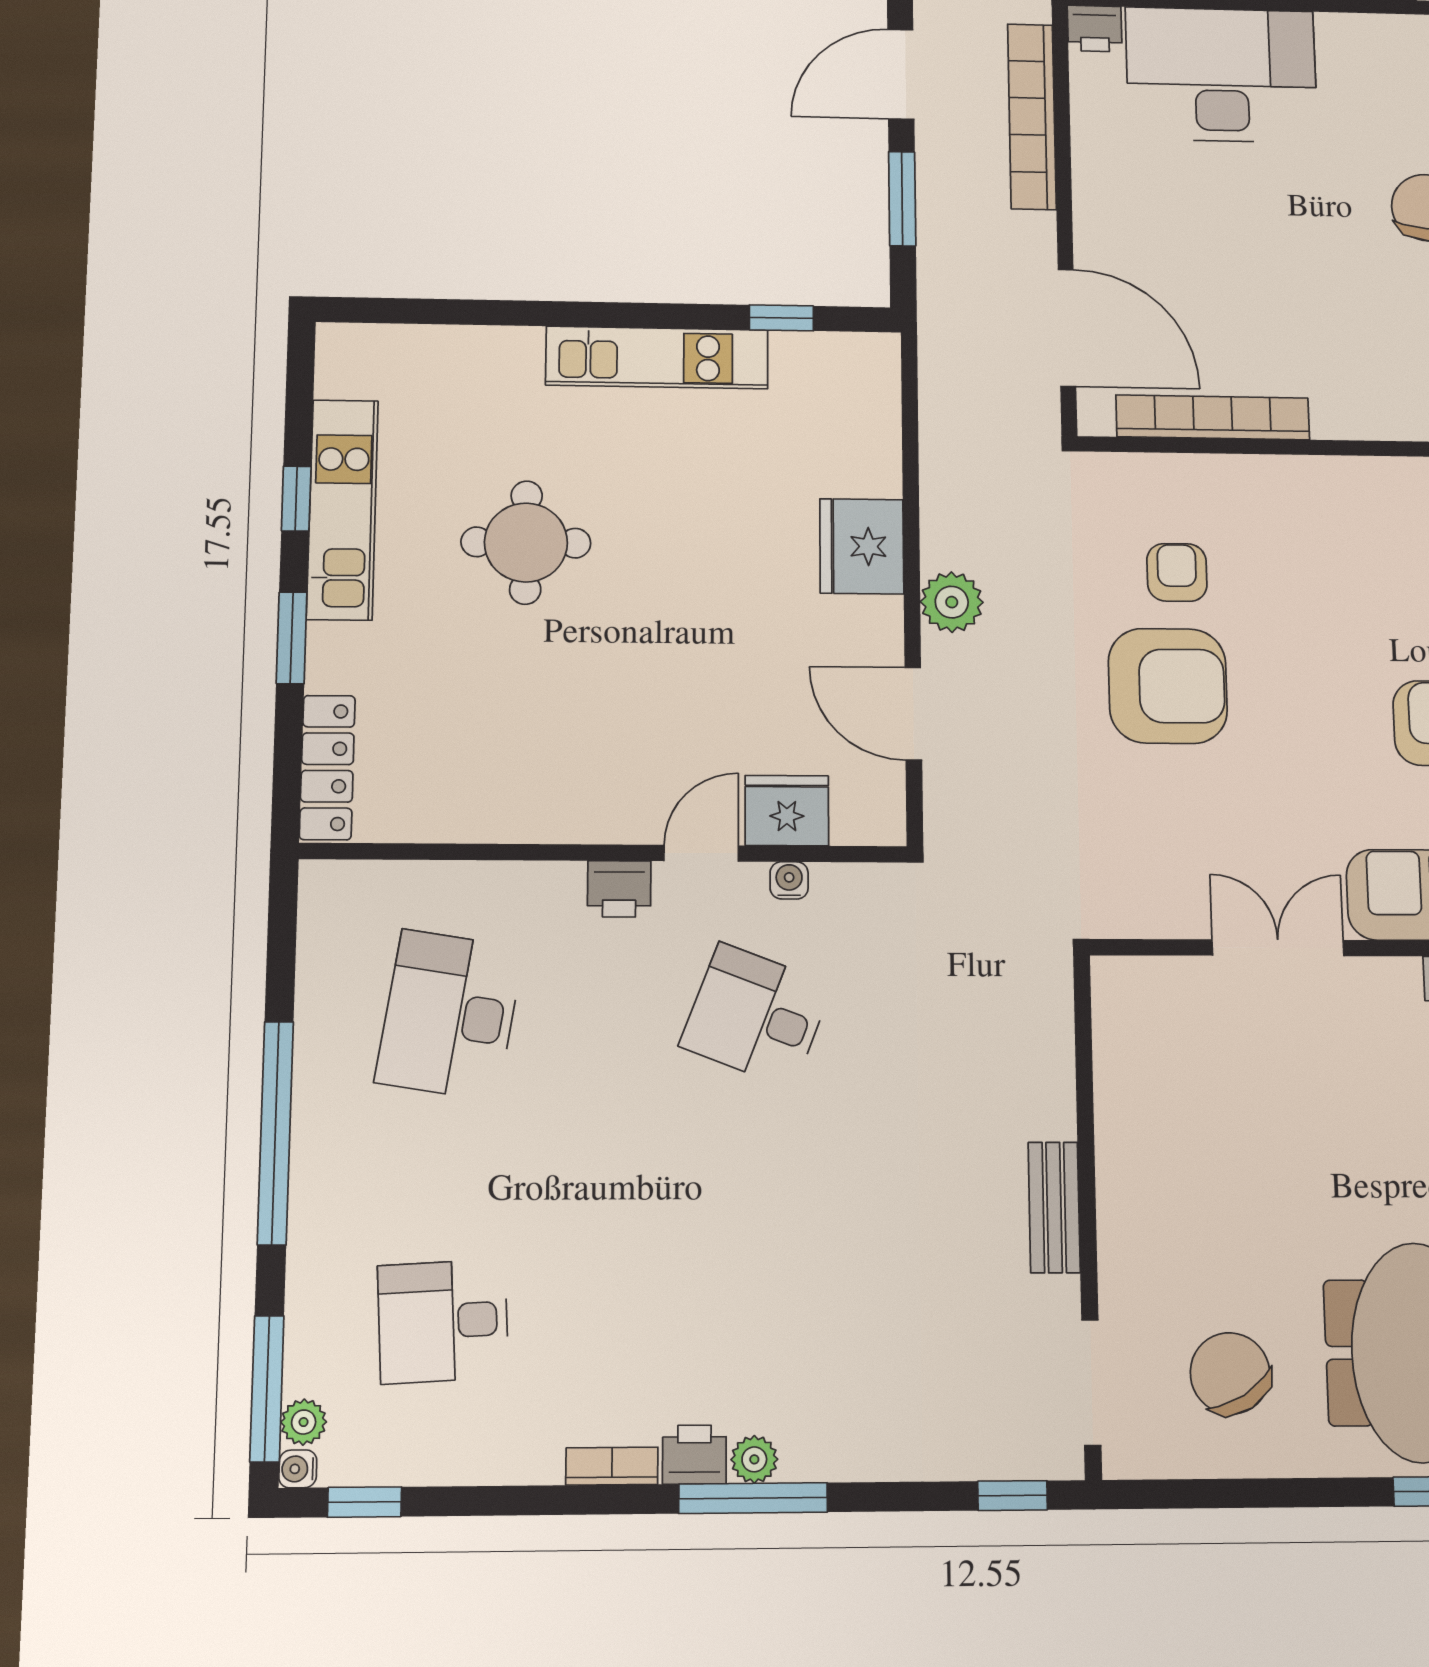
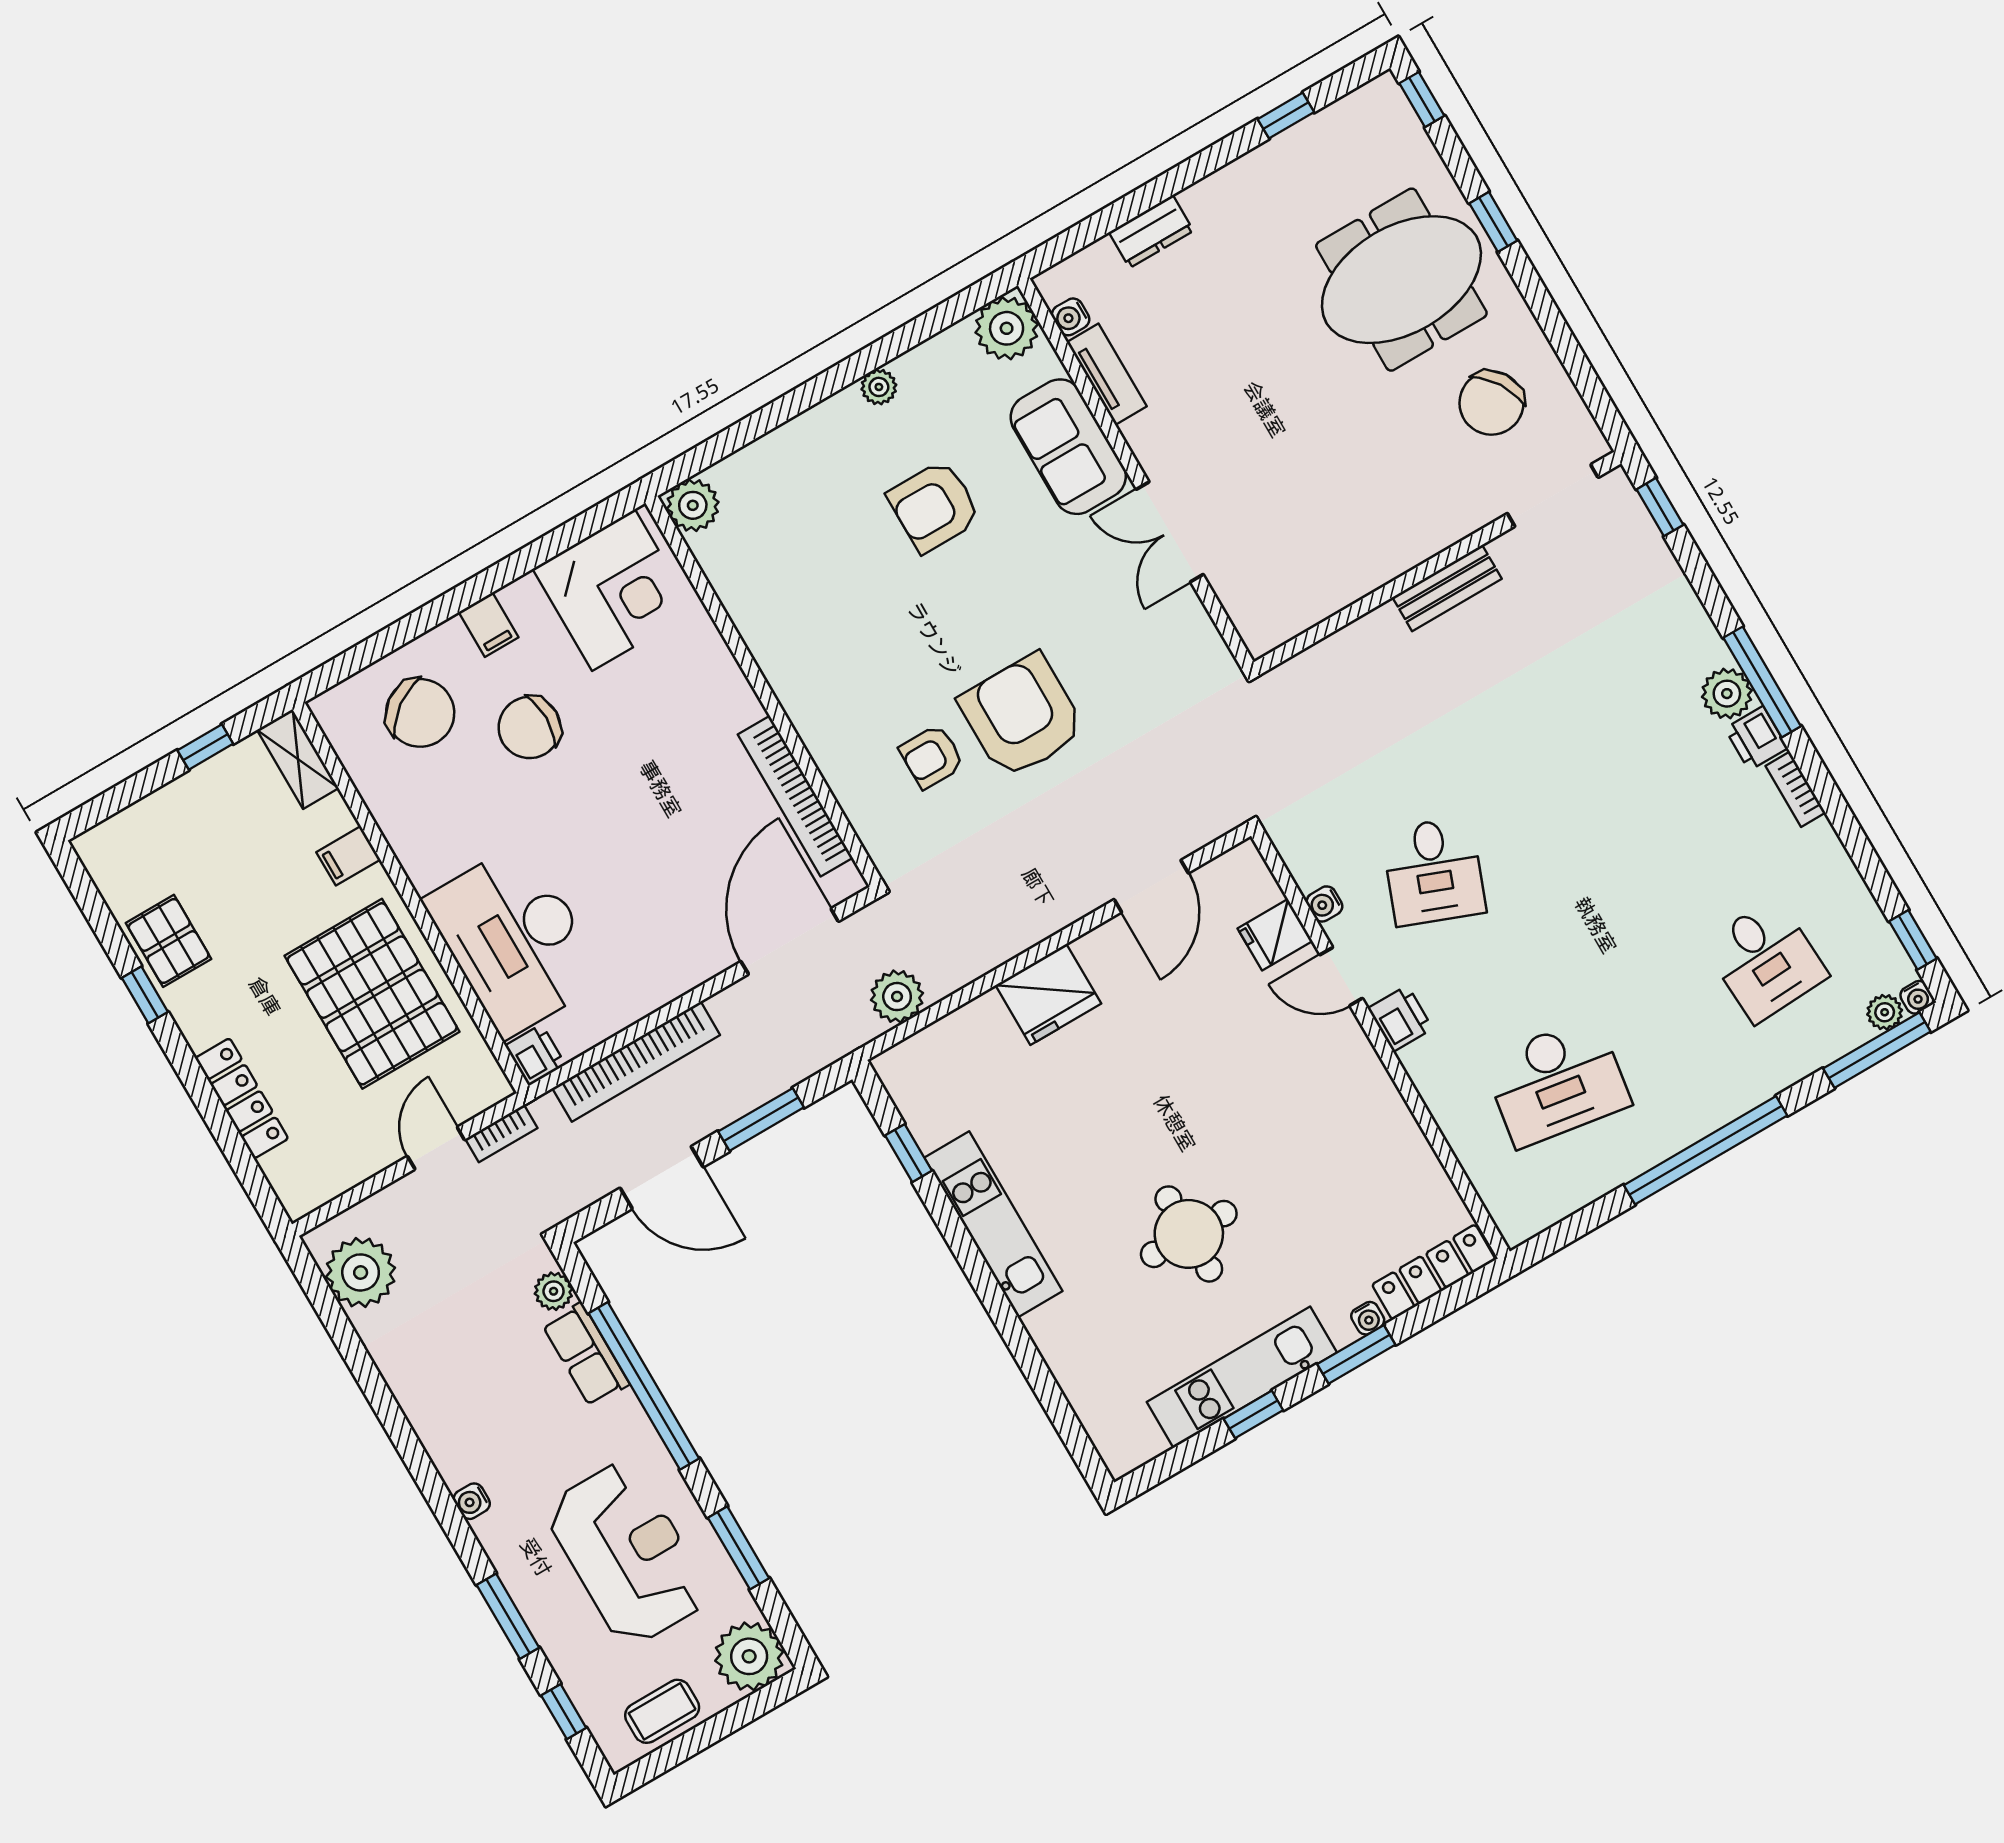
plant: (952, 602) -> (897, 997), moved
water cooler: (322, 671) -> (1368, 1318), added
fridge: (787, 810) -> (1275, 935), width x0.72
plant: (754, 1459) -> (1727, 694), width x1.38, depth x1.38

